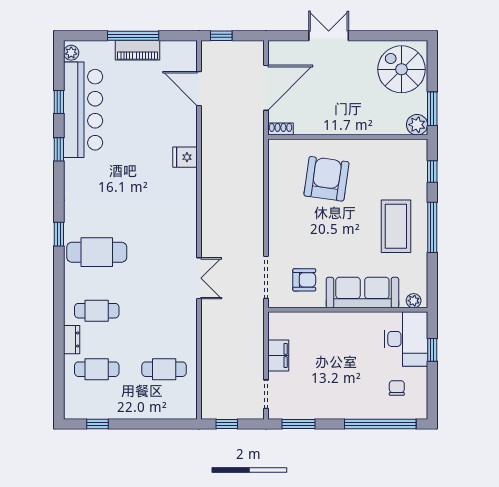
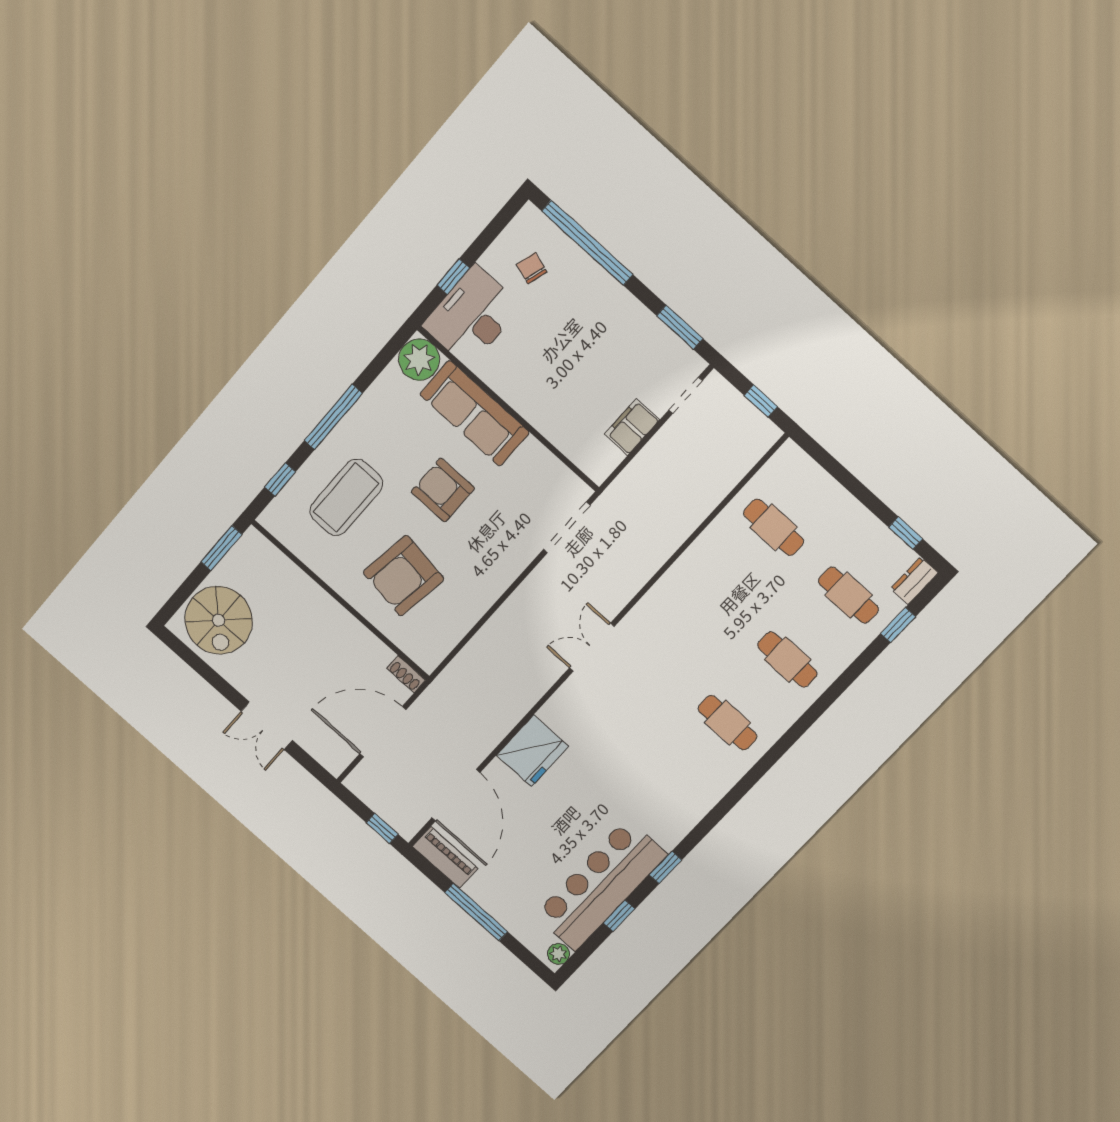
piano: (138, 50) -> (445, 858), moved
door: (199, 89) -> (456, 795), width x1.36
plant: (417, 125) -> (253, 545), removed
fridge: (185, 157) -> (533, 751), width x1.88, depth x1.34
coffee table: (396, 226) -> (346, 497), moved
window: (59, 234) -> (898, 625), moved
cafe table: (97, 252) -> (728, 723), width x0.73, depth x0.74
double door: (199, 278) -> (592, 647), moved
armchair: (304, 280) -> (443, 490), moved, width x1.38, depth x1.38
plant: (414, 301) -> (419, 360), width x1.88, depth x1.88
dresser: (72, 340) -> (914, 581), moved
chair: (397, 388) -> (532, 268), turned 107

